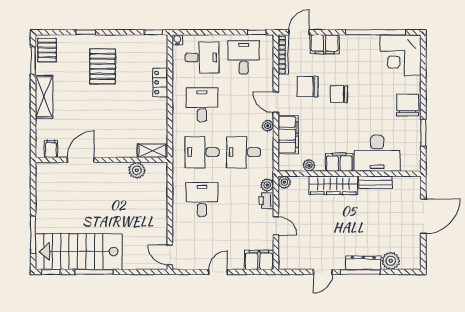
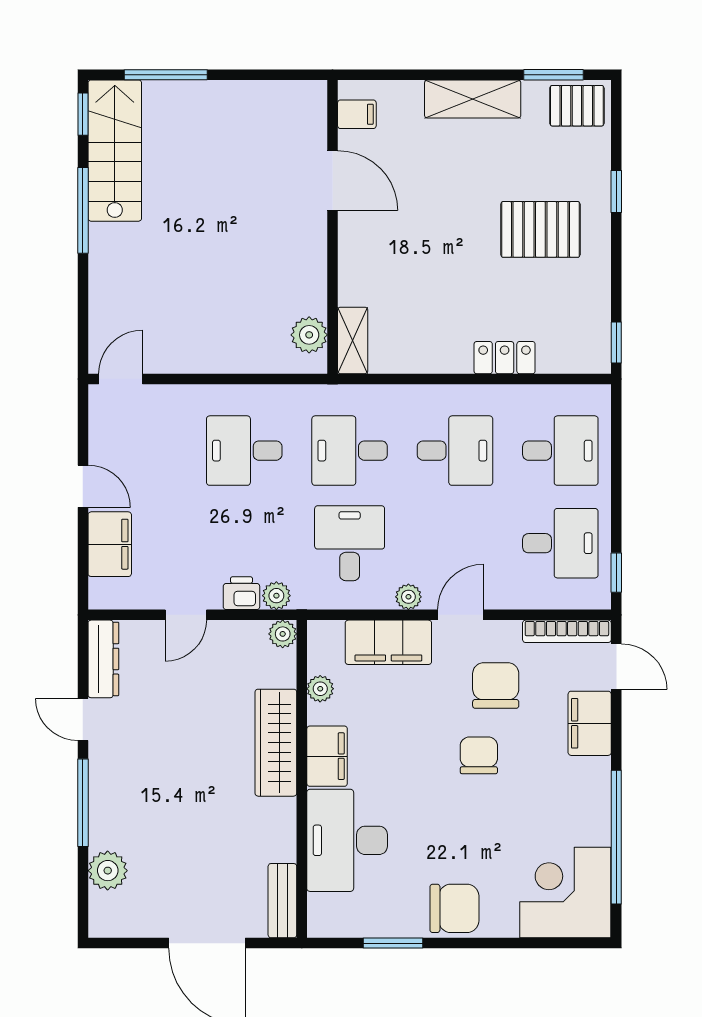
water cooler: (177, 40) -> (600, 395), removed
desk: (202, 57) -> (560, 451), turned -90
desk: (202, 152) -> (350, 451), turned -90
plant: (137, 170) -> (309, 335), moved
bench: (375, 182) -> (282, 901), moved
desk: (202, 199) -> (244, 451), turned 180
stairs: (79, 252) -> (115, 151), width x0.73, depth x0.66
filing cabinet: (259, 260) -> (110, 544), moved
dresser: (363, 263) -> (103, 659), moved

